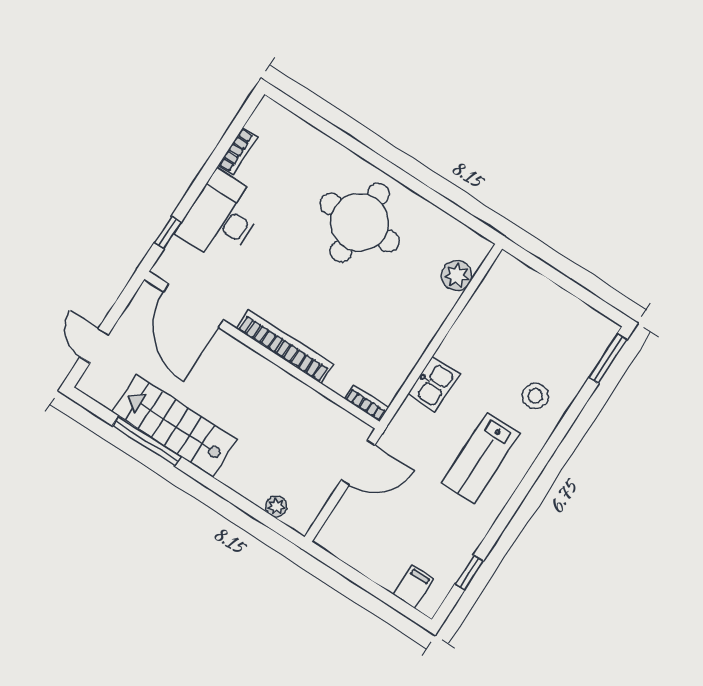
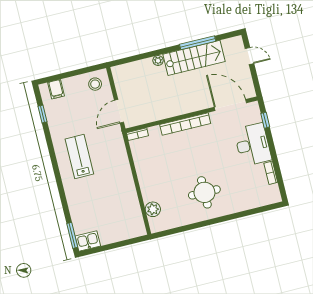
round table: (360, 222) -> (204, 192), width x0.73, depth x0.73
kitchen sink: (434, 384) -> (88, 241), moved, turned 90
stool: (535, 396) -> (95, 84), moved
plant: (276, 506) -> (158, 61), moved

